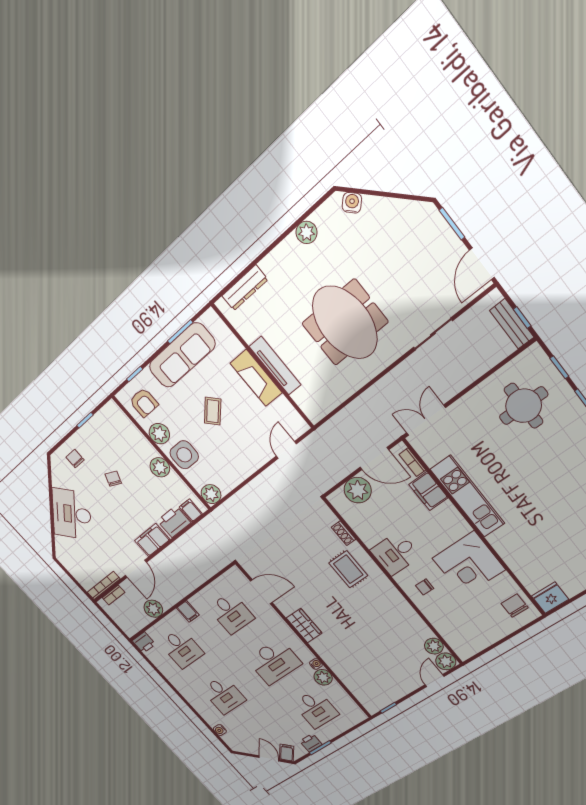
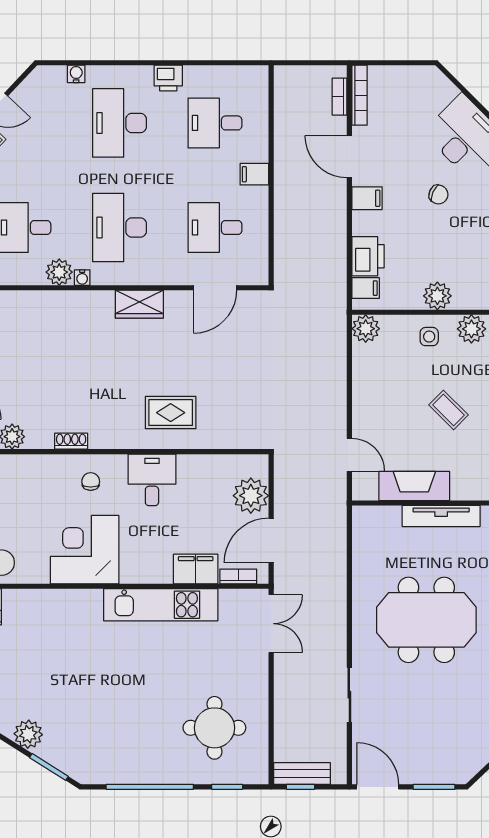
fireplace: (256, 378) -> (414, 486), moved
side table: (184, 455) -> (429, 337), width x0.54, depth x0.54
chair: (113, 479) -> (438, 194), moved
shoe rack: (344, 533) -> (71, 441), moved
filing cabinet: (152, 540) -> (367, 198), width x0.50
plant: (153, 609) -> (288, 133), removed
printer: (144, 642) -> (168, 78), moved, turned -90
desk: (224, 695) -> (119, 123), width x1.37

